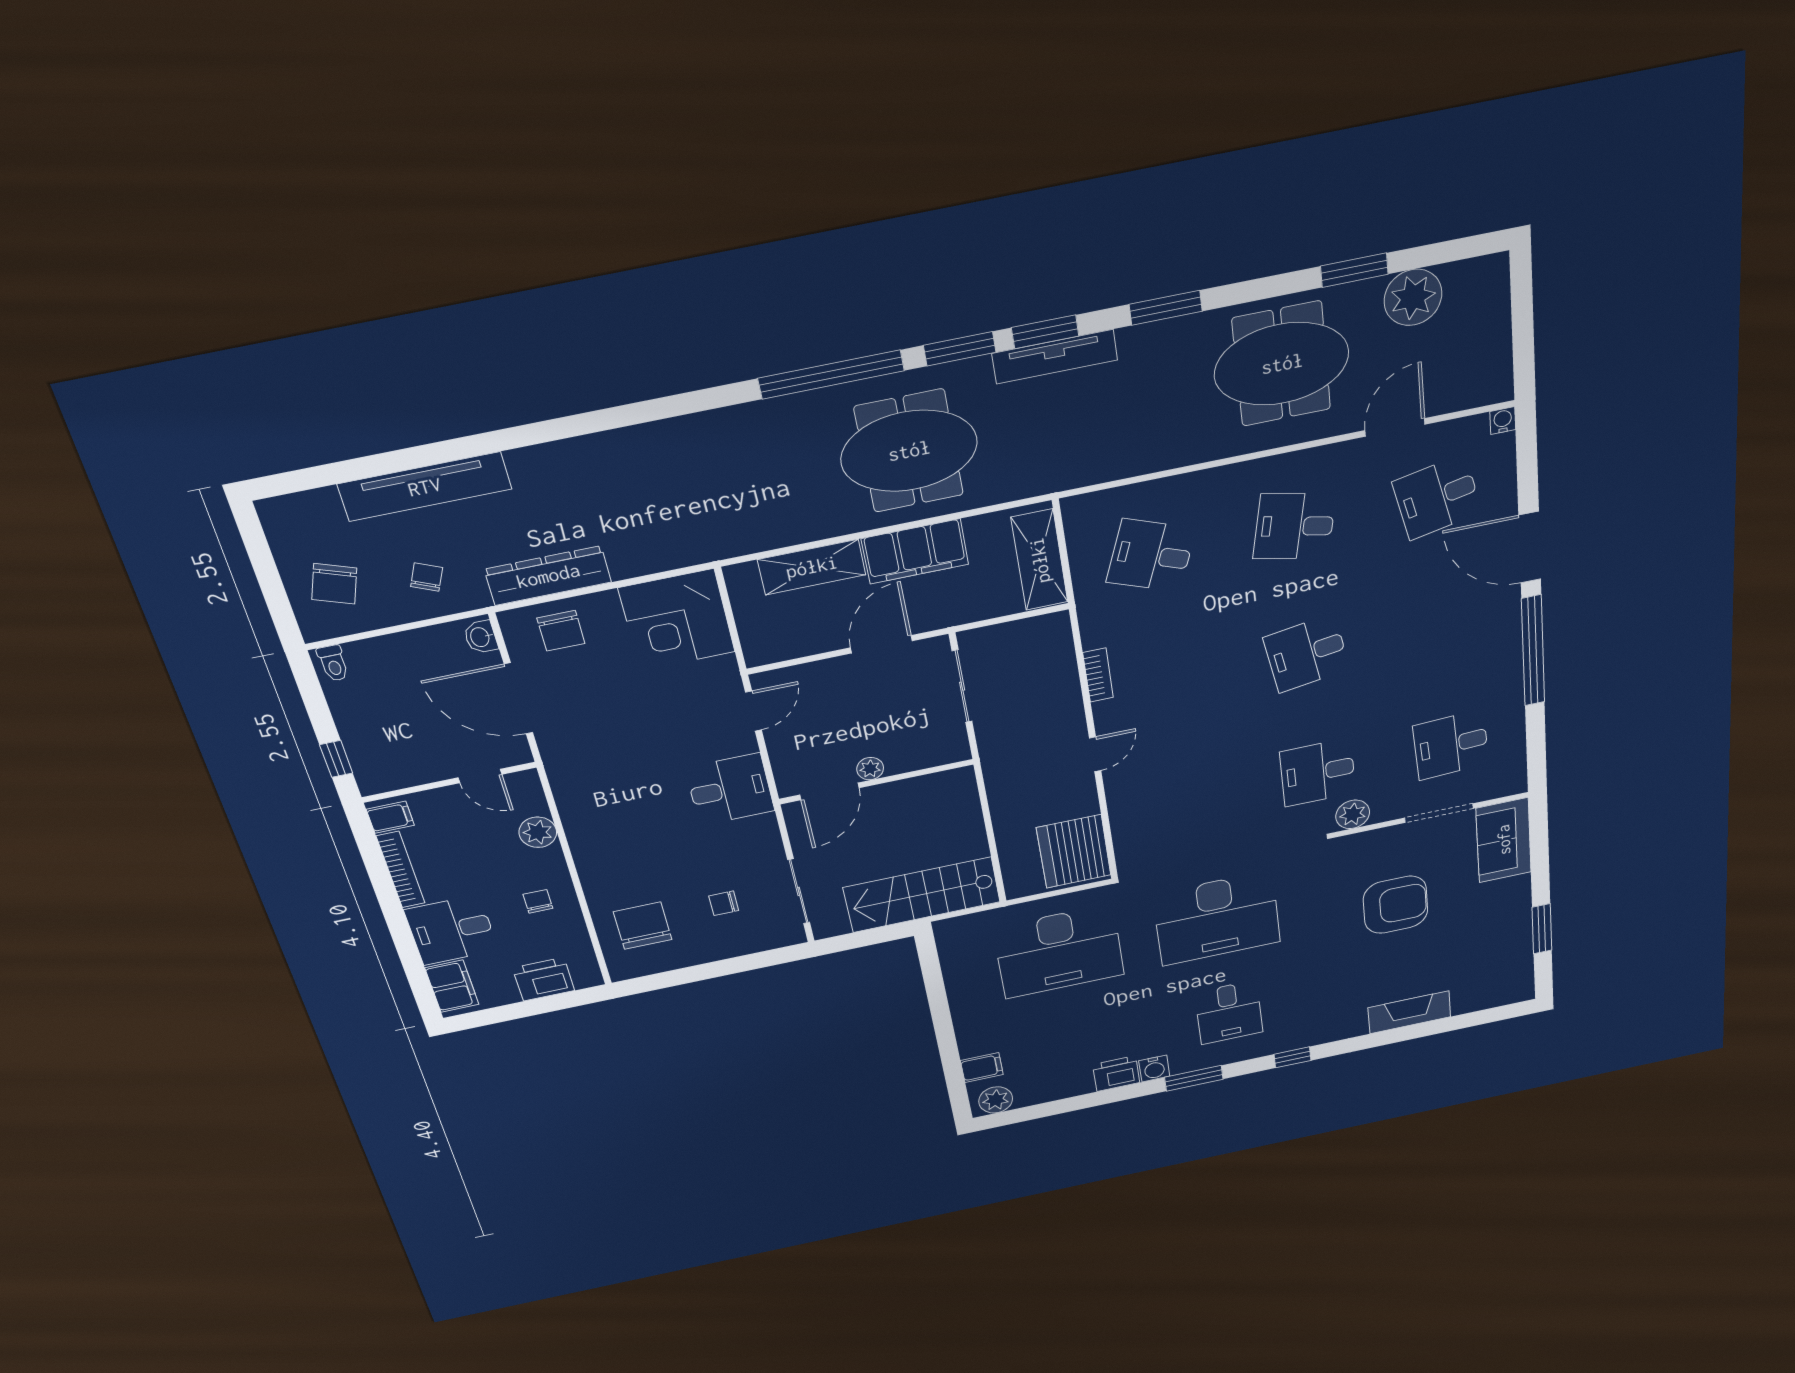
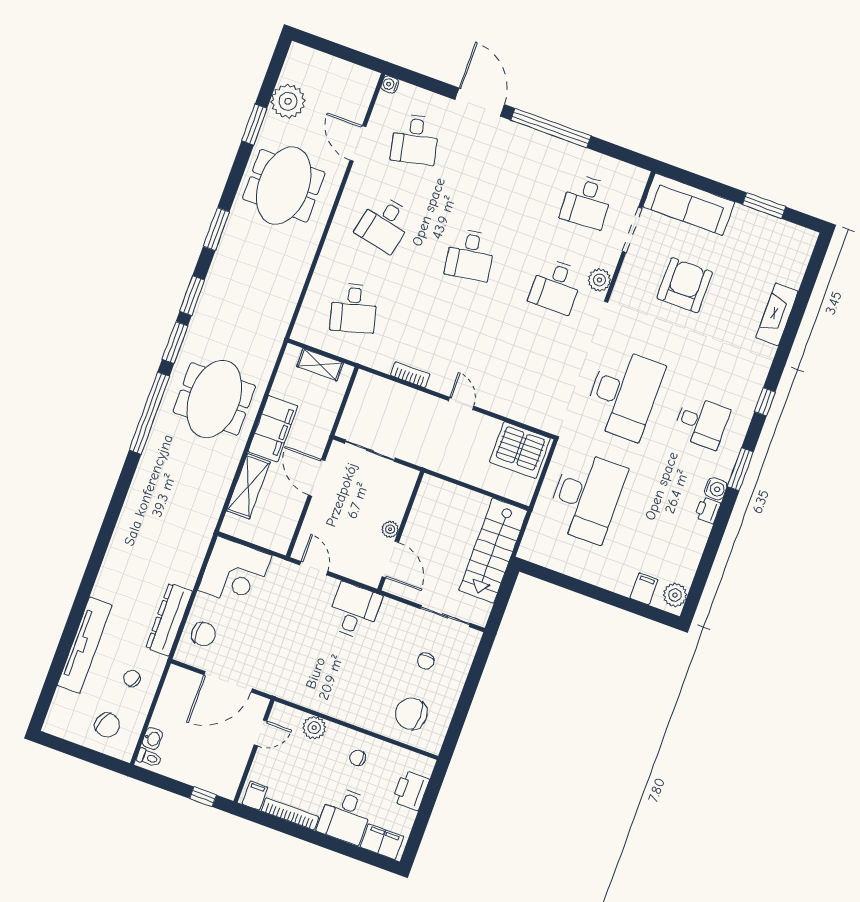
tv unit: (1055, 357) -> (208, 298), removed
door: (1530, 547) -> (480, 102), swing flipped
desk: (1151, 555) -> (354, 308), turned -36
shelving: (1040, 560) -> (320, 365), width x0.67, depth x0.75
washbasin: (481, 637) -> (152, 739), moved, turned -90
sofa: (1504, 840) -> (689, 204), width x1.36
printer: (1116, 1074) -> (708, 510), width x0.73, depth x0.81

